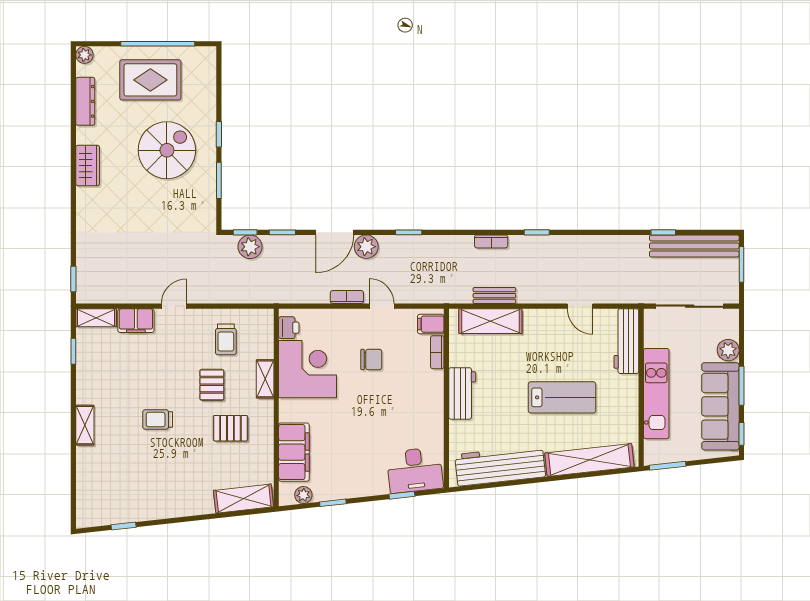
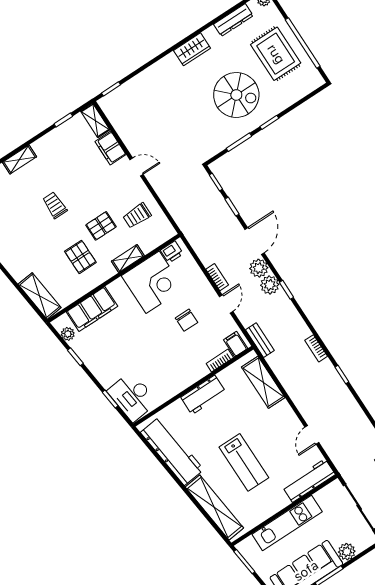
door: (335, 232) -> (255, 241), swing flipped
plant: (250, 247) -> (270, 285), moved
bench: (494, 296) -> (260, 340), moved

